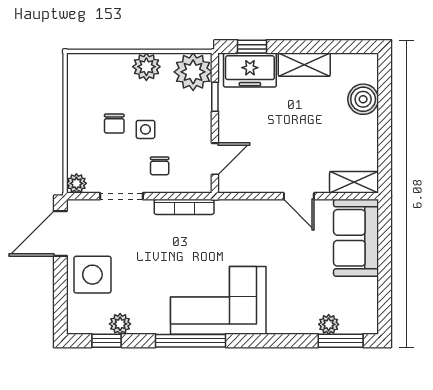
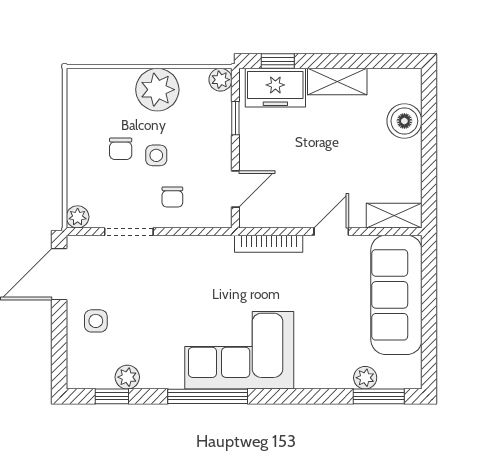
plant: (146, 67) -> (157, 90), width x1.36, depth x1.36
plant: (193, 72) -> (220, 80), width x0.53, depth x0.53
door: (299, 196) -> (331, 232), swing flipped
bookcase: (184, 207) -> (269, 244), moved
sofa: (356, 238) -> (396, 295), width x1.36
side table: (92, 275) -> (96, 321), width x0.54, depth x0.54

